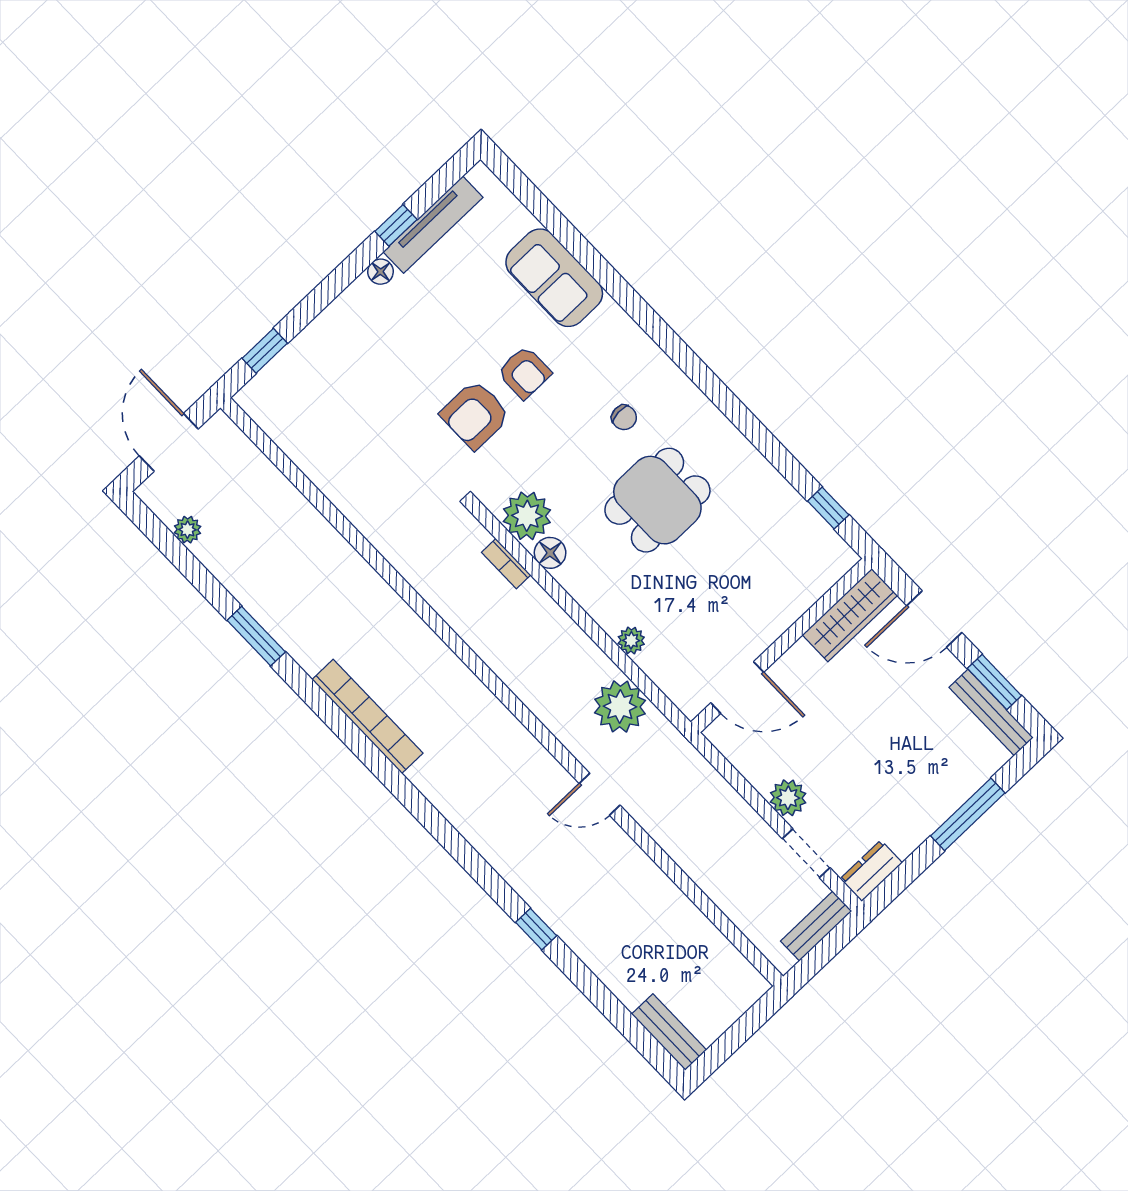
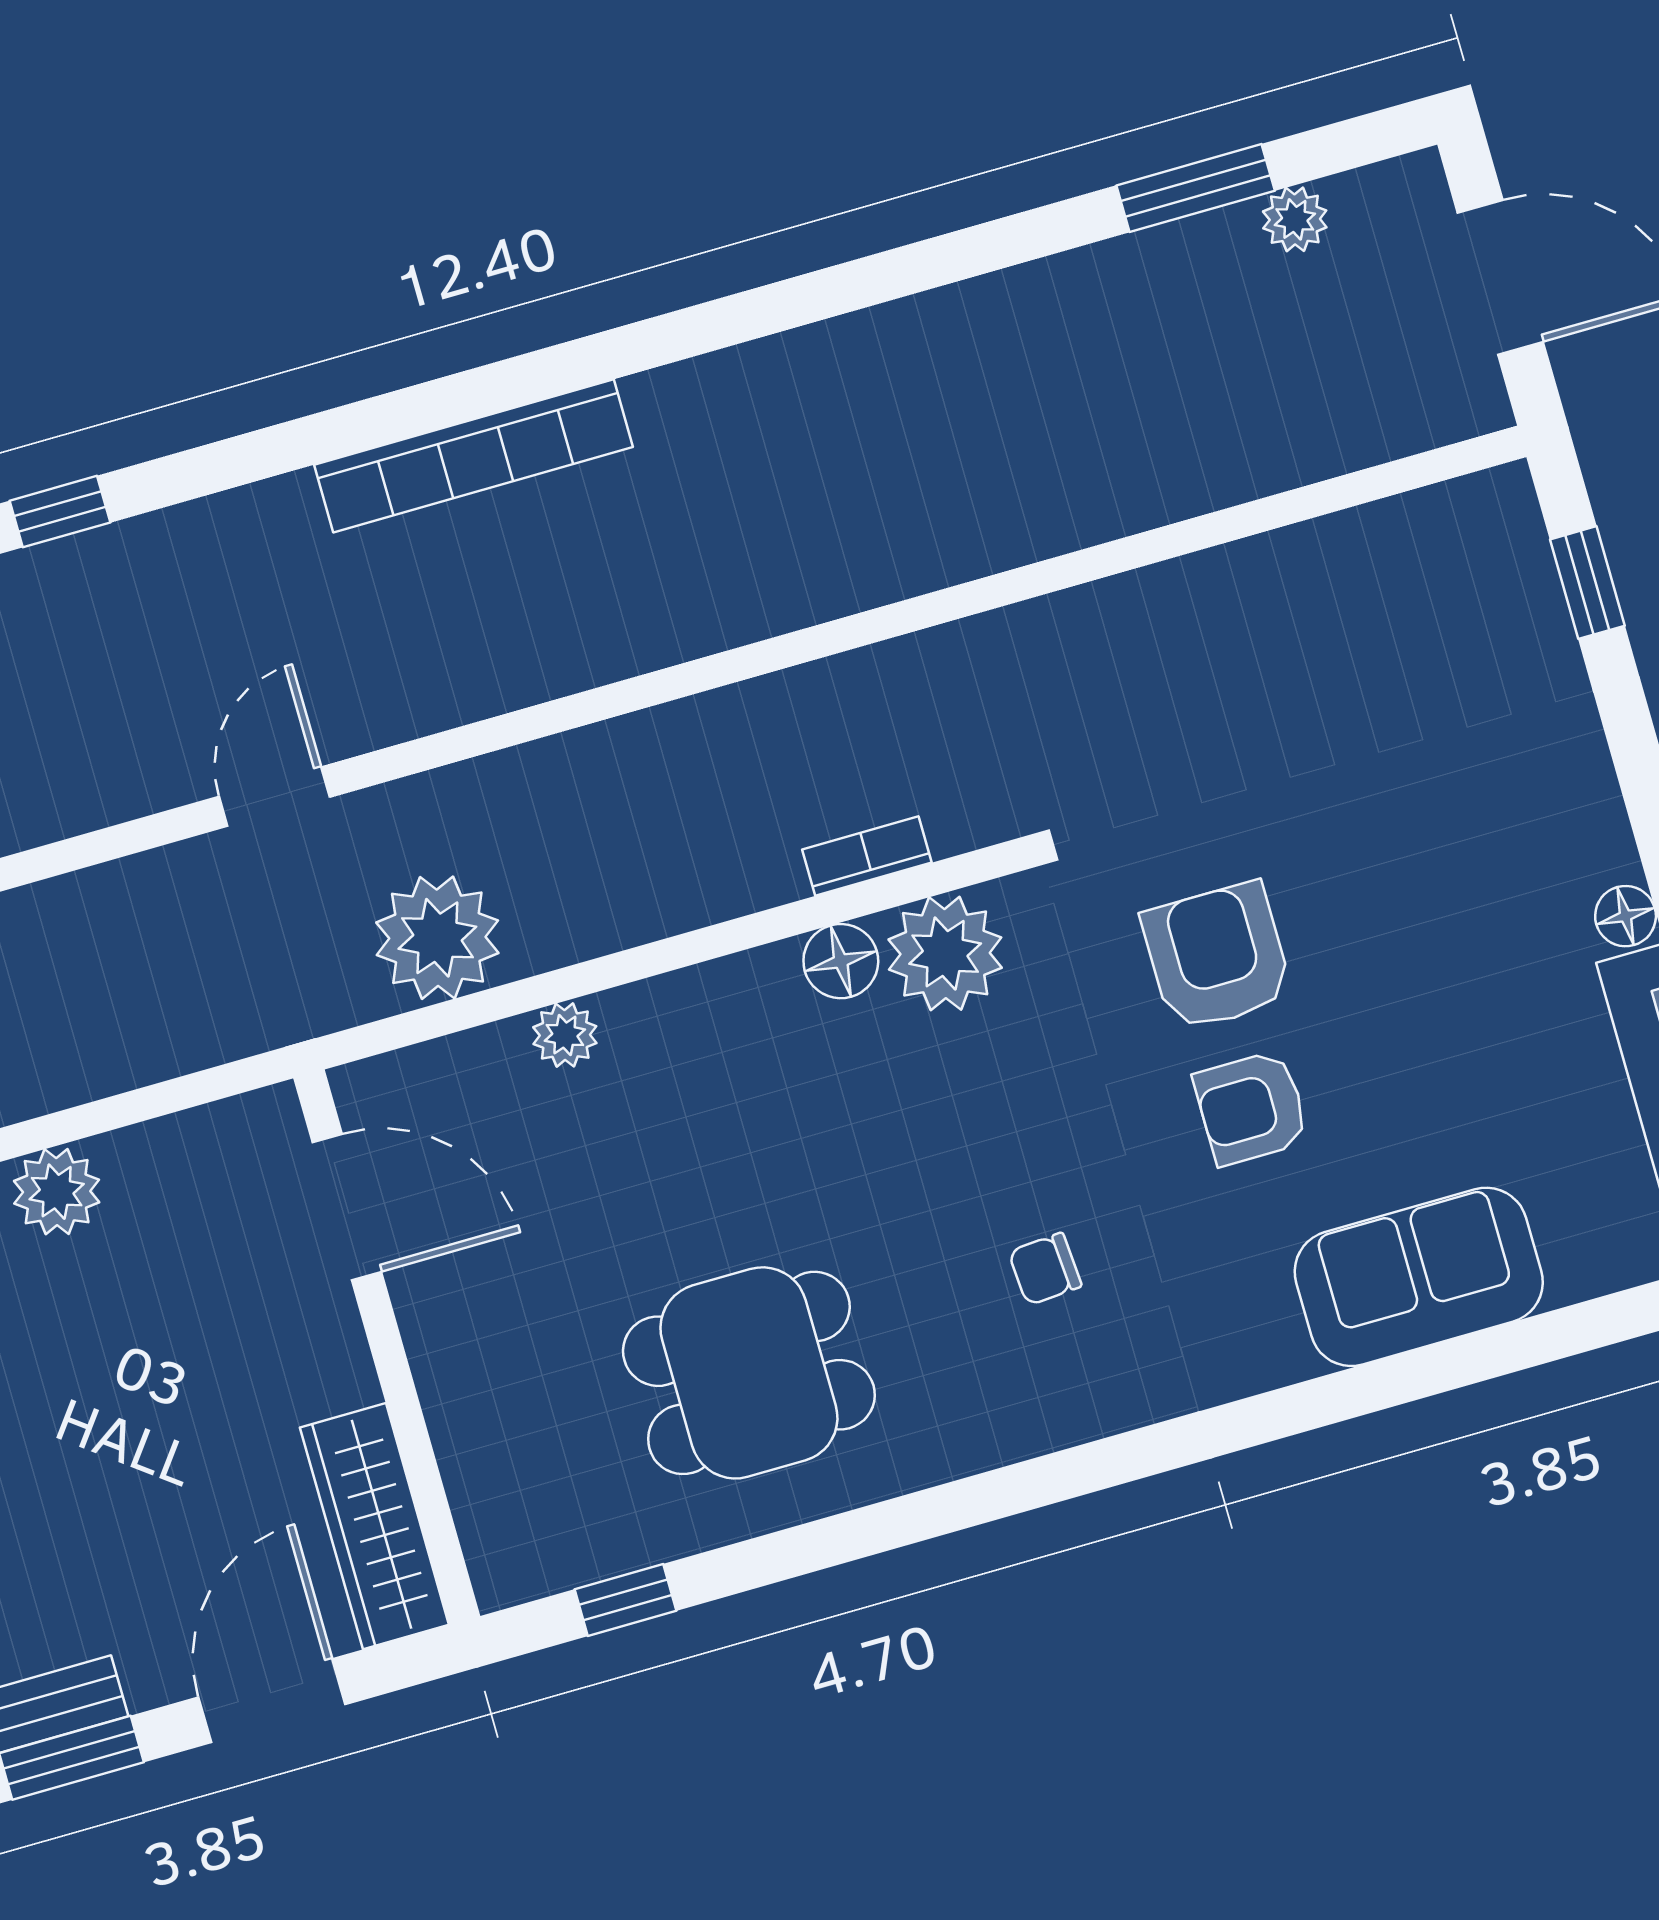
dining table: (657, 500) -> (749, 1373), moved, turned 90
window: (256, 636) -> (1196, 188), moved
door: (737, 688) -> (347, 1207), swing flipped
bookcase: (367, 716) -> (473, 456), moved

